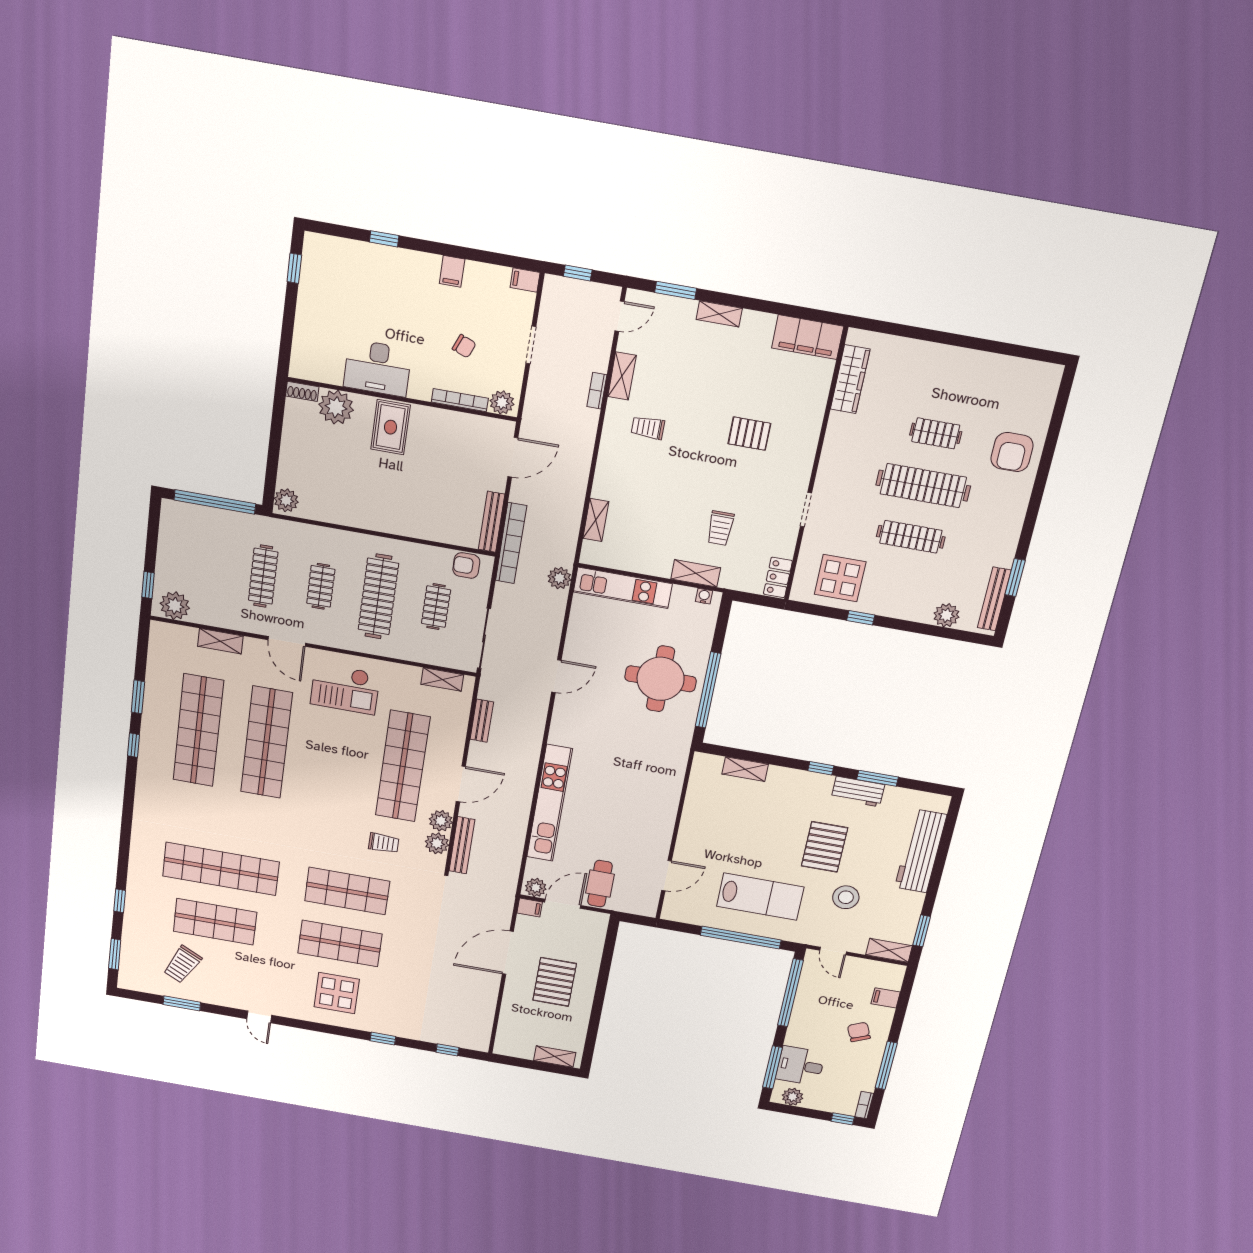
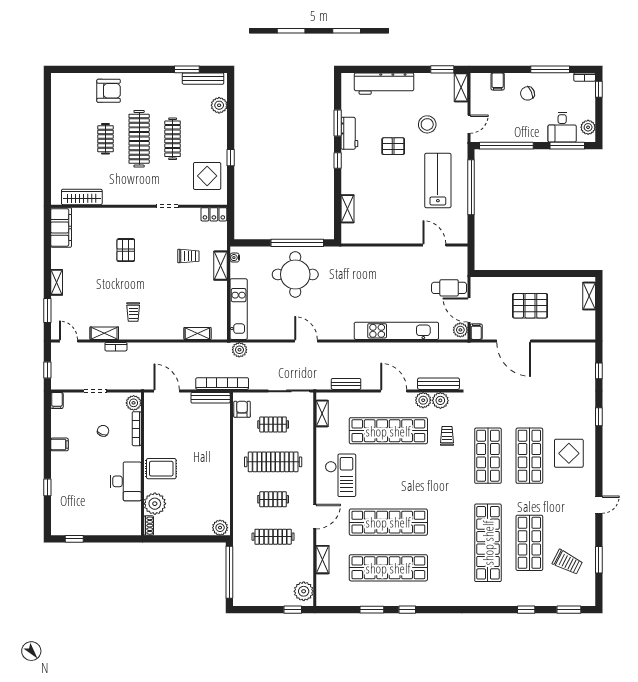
armchair: (466, 565) -> (242, 409), turned 180
pallet: (825, 847) -> (393, 146), width x0.67, depth x0.71

